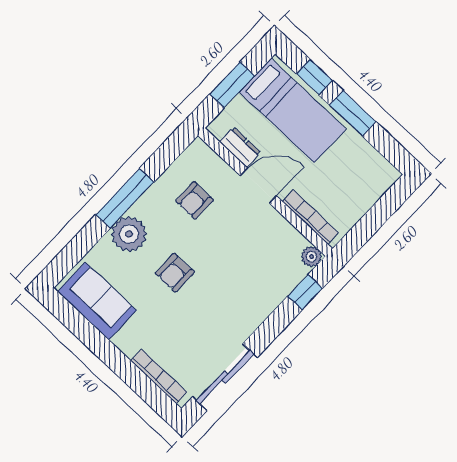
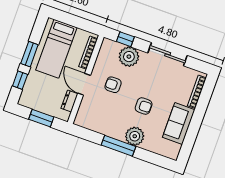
bed: (293, 110) -> (56, 49), moved, turned 180
armchair: (195, 200) -> (113, 85), moved, turned 180
plant: (311, 257) -> (129, 57), moved, width x1.87, depth x1.87
sofa: (97, 301) -> (179, 123), moved
sliding door: (225, 377) -> (168, 54), moved

